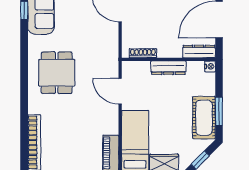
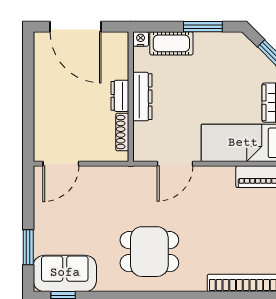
dresser: (199, 52) -> (120, 96), moved, width x0.70
cot: (204, 118) -> (171, 43), moved, width x0.73, depth x0.75

